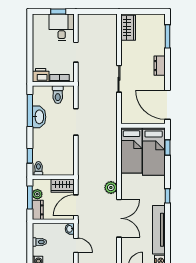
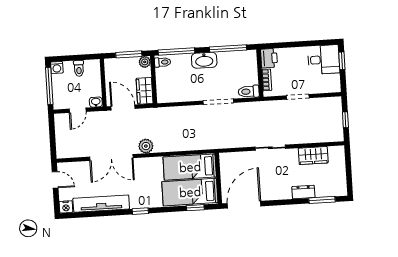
window: (58, 11) -> (342, 61), moved
window: (99, 11) -> (345, 120), added
desk: (62, 27) -> (324, 60), moved
wardrobe: (128, 28) -> (313, 156), moved
dresser: (160, 66) -> (303, 192), moved
toilet: (58, 95) -> (249, 92), moved
washbasin: (39, 117) -> (204, 60), moved
window: (30, 156) -> (176, 52), width x2.17
plant: (37, 194) -> (145, 62), moved
dresser: (38, 210) -> (115, 64), removed

